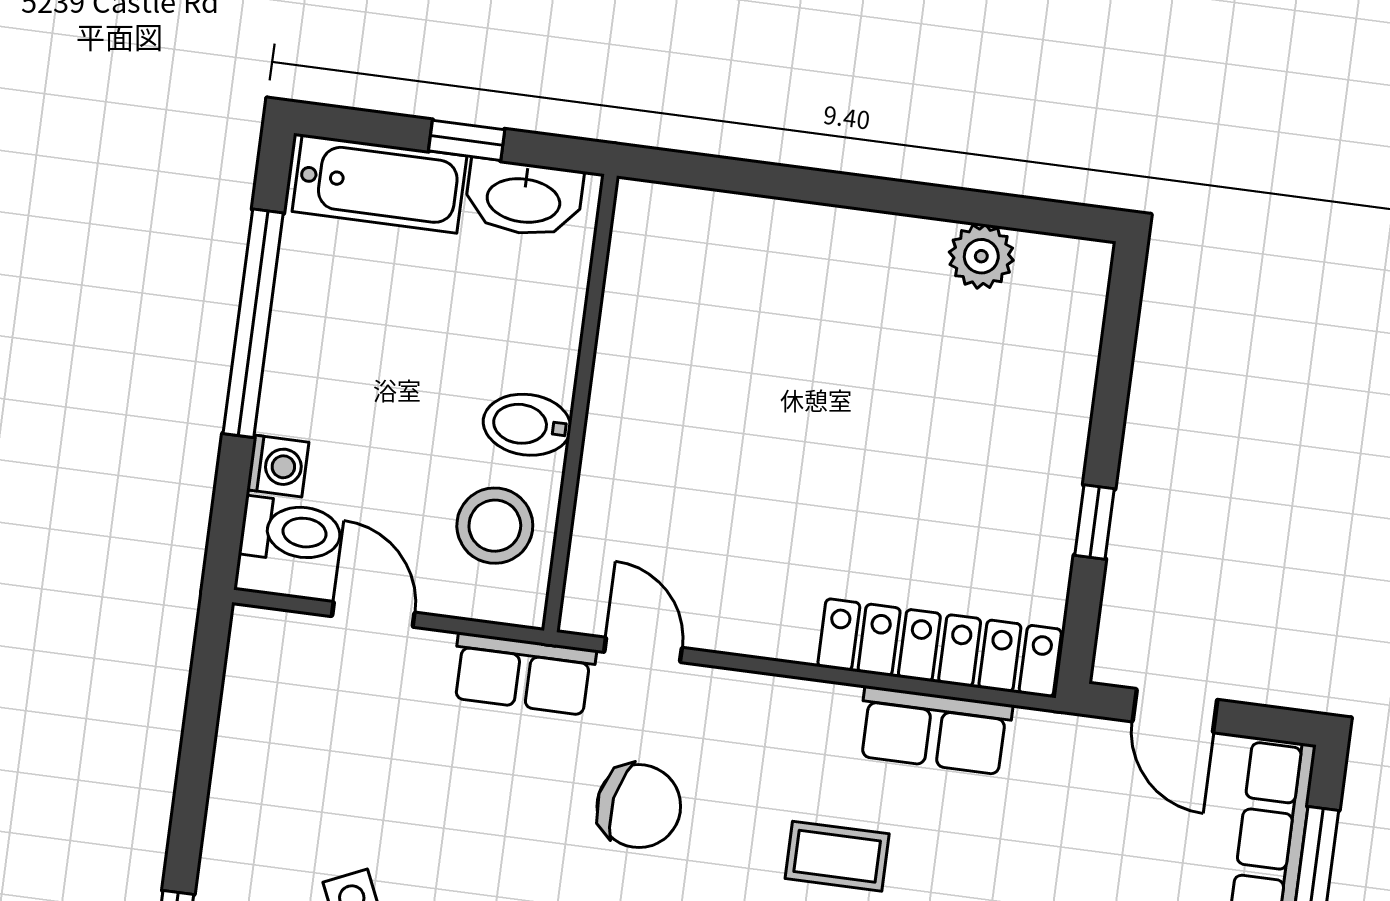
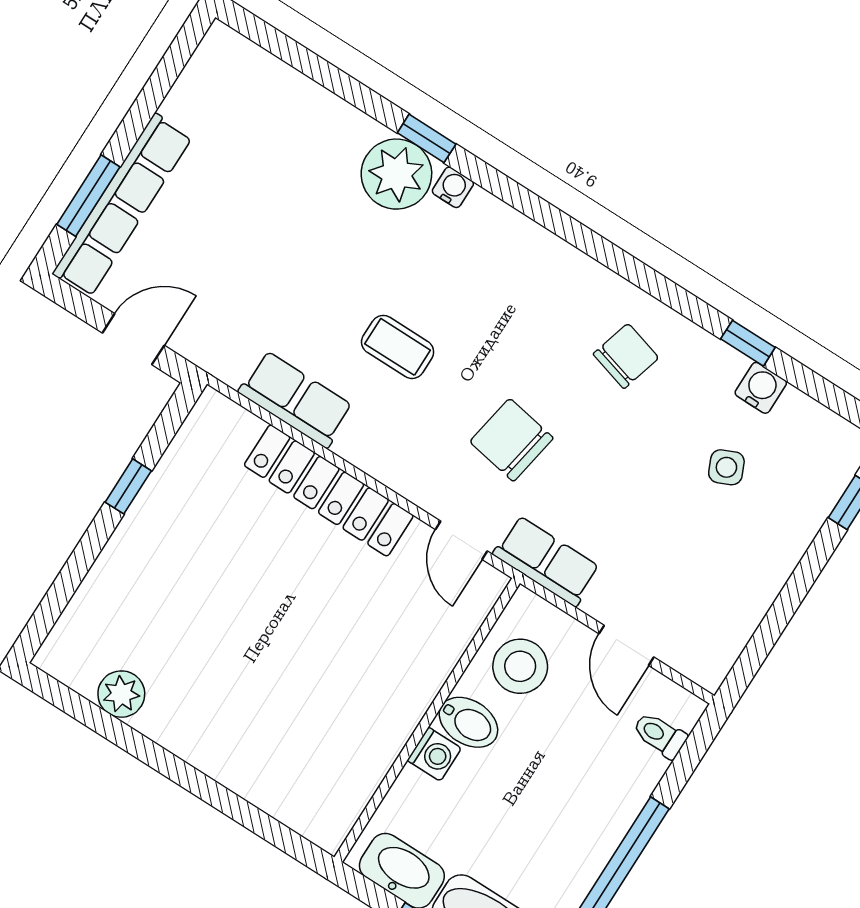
washing machine: (278, 466) -> (434, 754), moved, turned 180
toilet: (291, 531) -> (660, 735), width x0.73, depth x0.72
locker: (940, 648) -> (329, 490), moved
door: (1175, 711) -> (133, 339), hinge flipped

